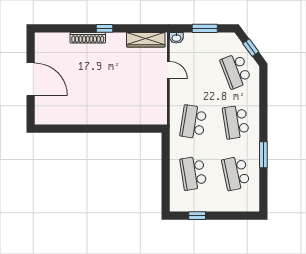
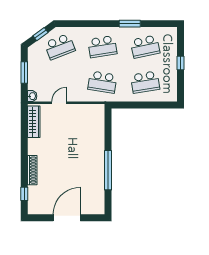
window: (105, 28) -> (24, 194), moved
window: (88, 129) -> (108, 170), added
window: (197, 216) -> (181, 63), moved

